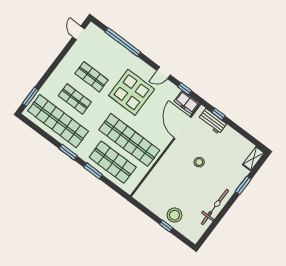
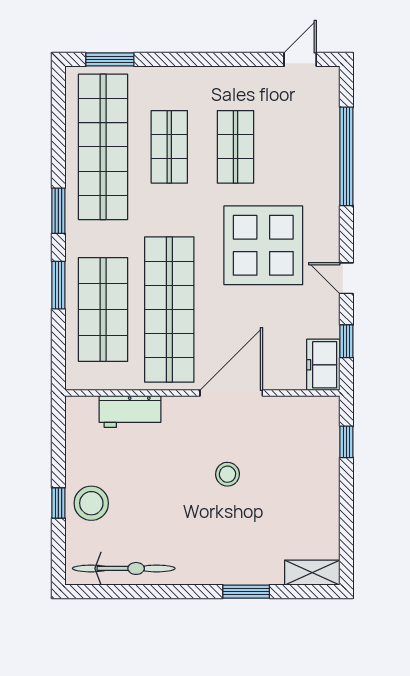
workbench: (212, 121) -> (130, 412), moved, turned -90
door: (182, 128) -> (231, 393), moved
bicycle: (215, 207) -> (124, 568), moved

